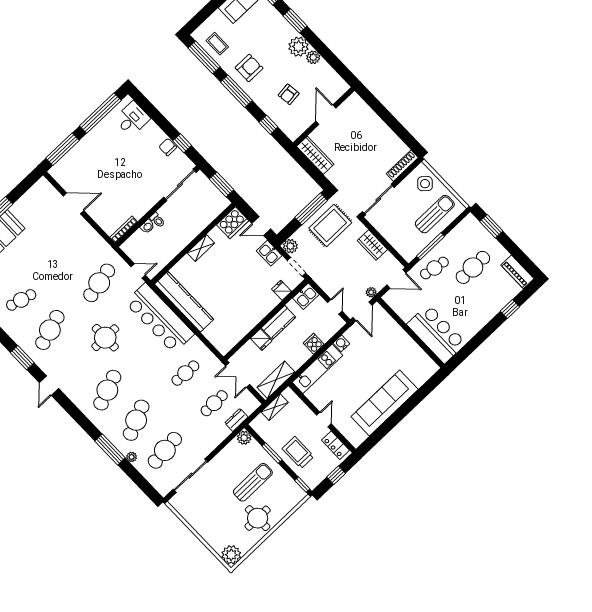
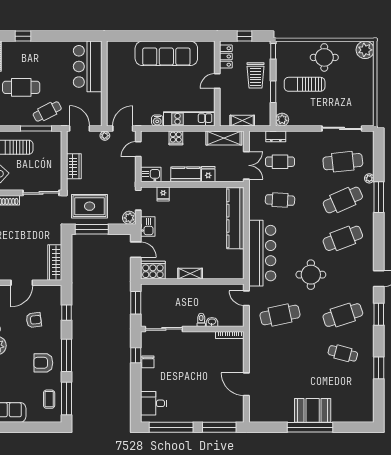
cafe table: (434, 268) -> (47, 111), turned -37
kitchen counter: (184, 302) -> (235, 218), moved

